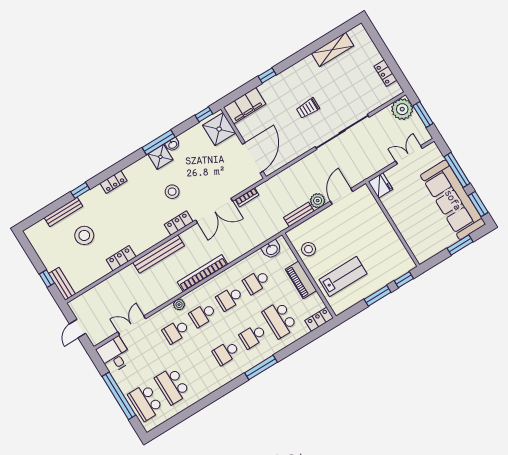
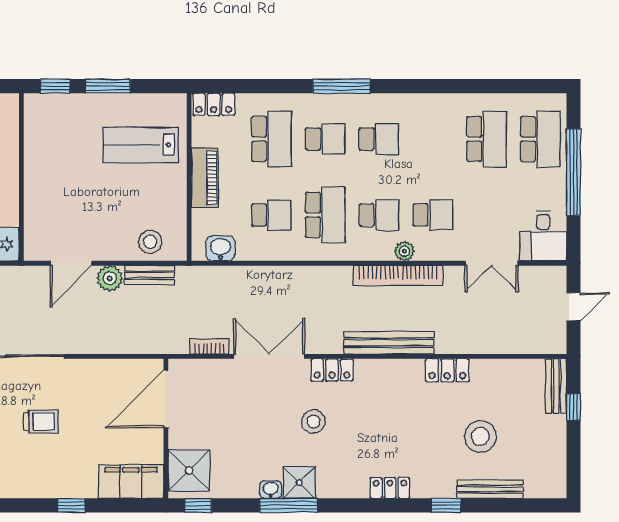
stool: (308, 249) -> (150, 242), moved
bookcase: (203, 273) -> (398, 276), moved
school desk: (230, 298) -> (325, 215), width x1.85

